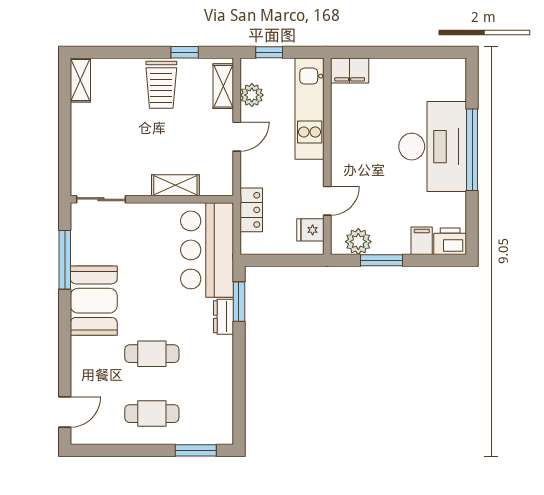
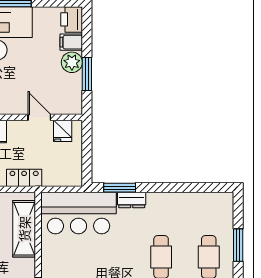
shelving: (175, 185) -> (24, 229), width x1.50, depth x1.33
locker: (251, 210) -> (24, 178), moved
plant: (358, 242) -> (72, 62), moved
window: (196, 450) -> (238, 245), moved

